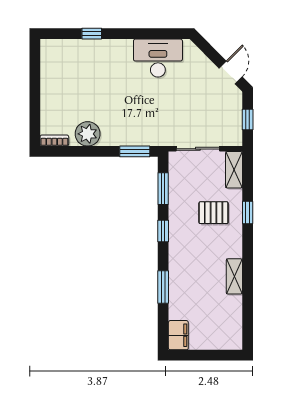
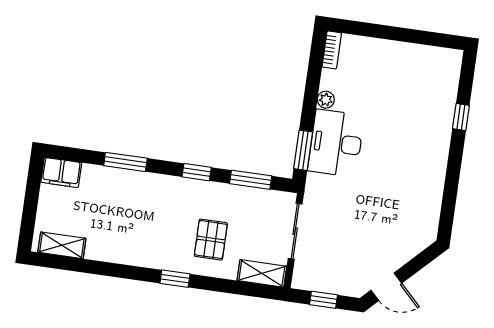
desk: (158, 58) -> (336, 143), moved, turned 180
plant: (88, 134) -> (326, 100), width x0.53, depth x0.53
window: (248, 212) -> (175, 279), moved
shelving: (234, 276) -> (62, 245), moved

